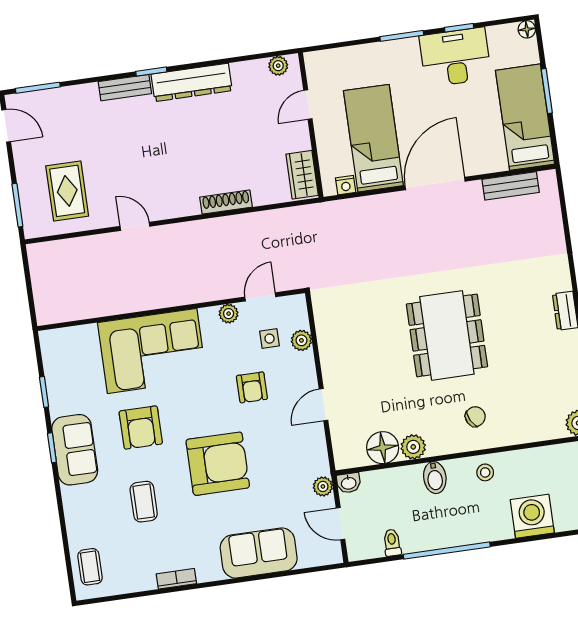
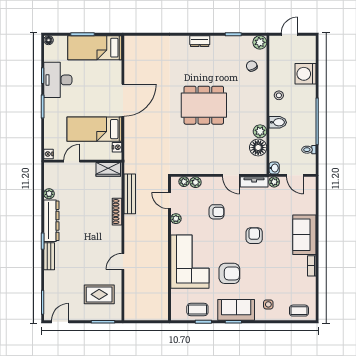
nightstand: (315, 59) -> (48, 154), added
plant: (278, 66) -> (49, 194), moved
door: (308, 104) -> (72, 161), swing flipped
door: (435, 184) -> (123, 100), swing flipped
bench: (511, 186) -> (130, 194), moved, width x1.36
plant: (299, 319) -> (184, 182), added
side table: (269, 339) -> (268, 304), moved
chair: (475, 417) -> (252, 66), moved
tv unit: (317, 449) -> (254, 182), added
armchair: (218, 464) -> (254, 236), width x0.53, depth x0.53
coffee table: (144, 502) -> (197, 309), moved
door: (340, 524) -> (295, 175), hinge flipped
sofa: (259, 553) -> (304, 235), moved

